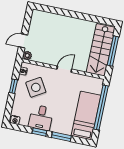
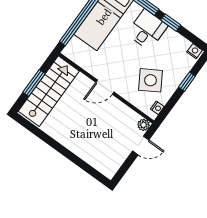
window: (113, 51) -> (34, 83), width x0.69
window: (13, 86) -> (187, 82), moved
desk: (41, 118) -> (147, 30), moved

